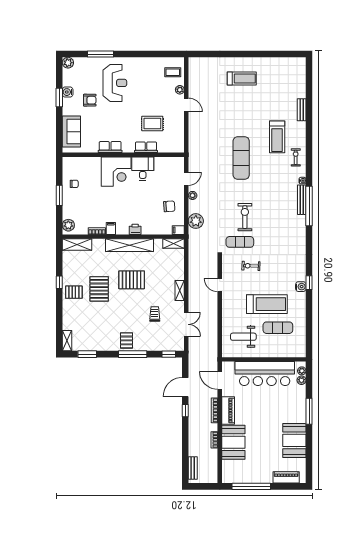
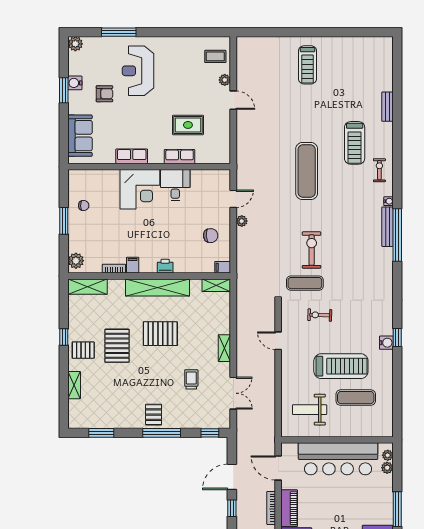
treadmill: (242, 78) -> (307, 65), turned 90
reception desk: (115, 83) -> (138, 71), turned 180
plant: (196, 221) -> (246, 255), removed
shelving: (67, 341) -> (74, 385), moved

